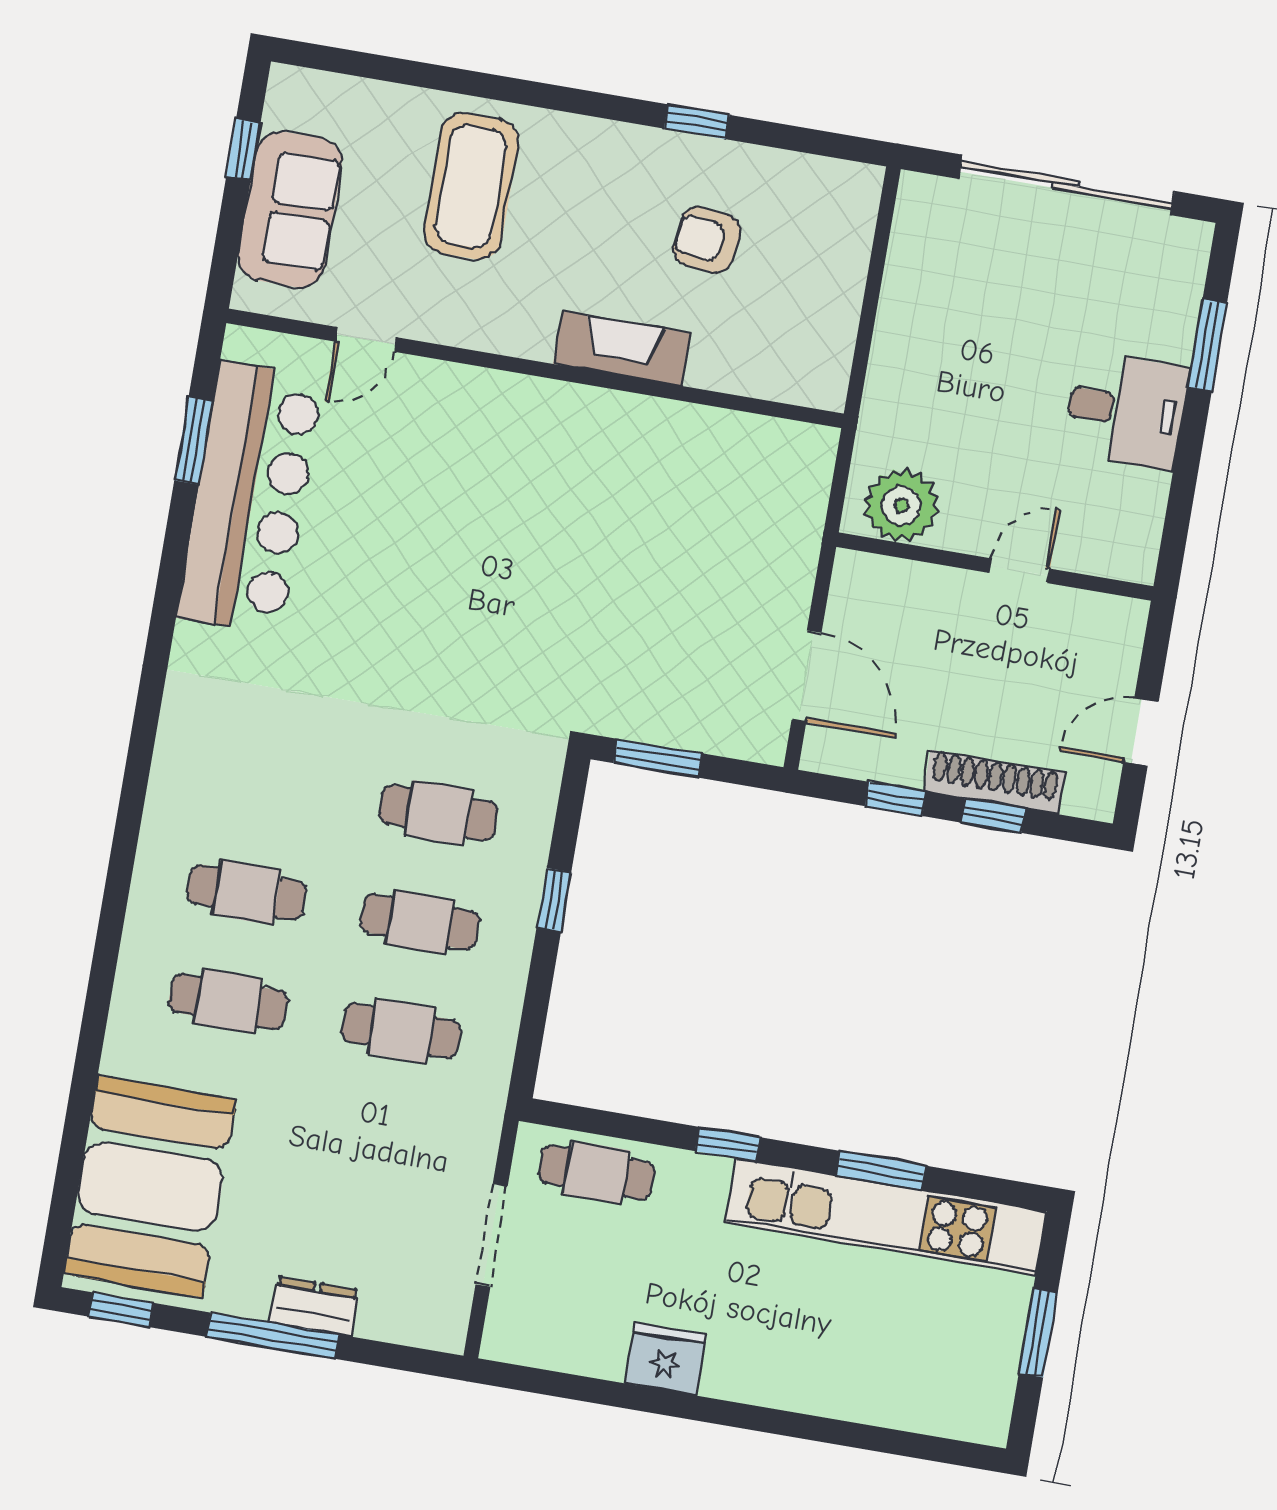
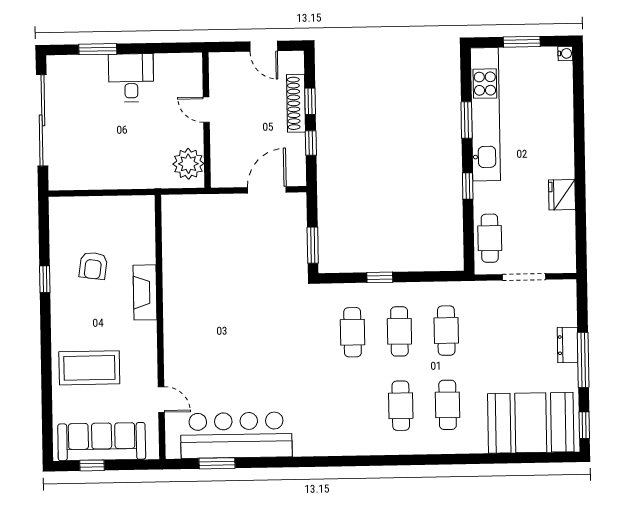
sofa: (290, 209) -> (102, 442), width x1.36
water cooler: (992, 1429) -> (565, 53), added

